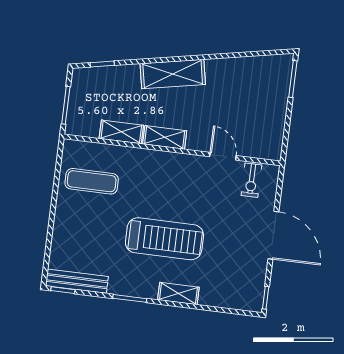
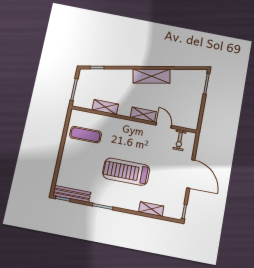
shelving: (173, 74) -> (152, 76), moved
shelving: (165, 137) -> (143, 114), moved
treadmill: (164, 239) -> (126, 172), turned 180
shelving: (178, 293) -> (151, 209), moved

